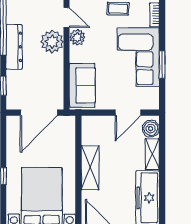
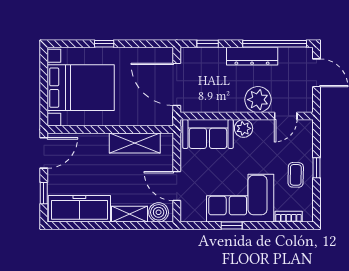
plant: (77, 37) -> (244, 128), moved
window: (162, 65) -> (232, 225), width x0.67
shelving: (90, 168) -> (135, 143), moved

